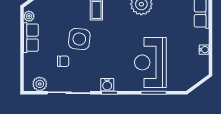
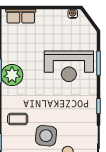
water cooler: (204, 50) -> (73, 14), moved
water cooler: (107, 85) -> (91, 108), removed

